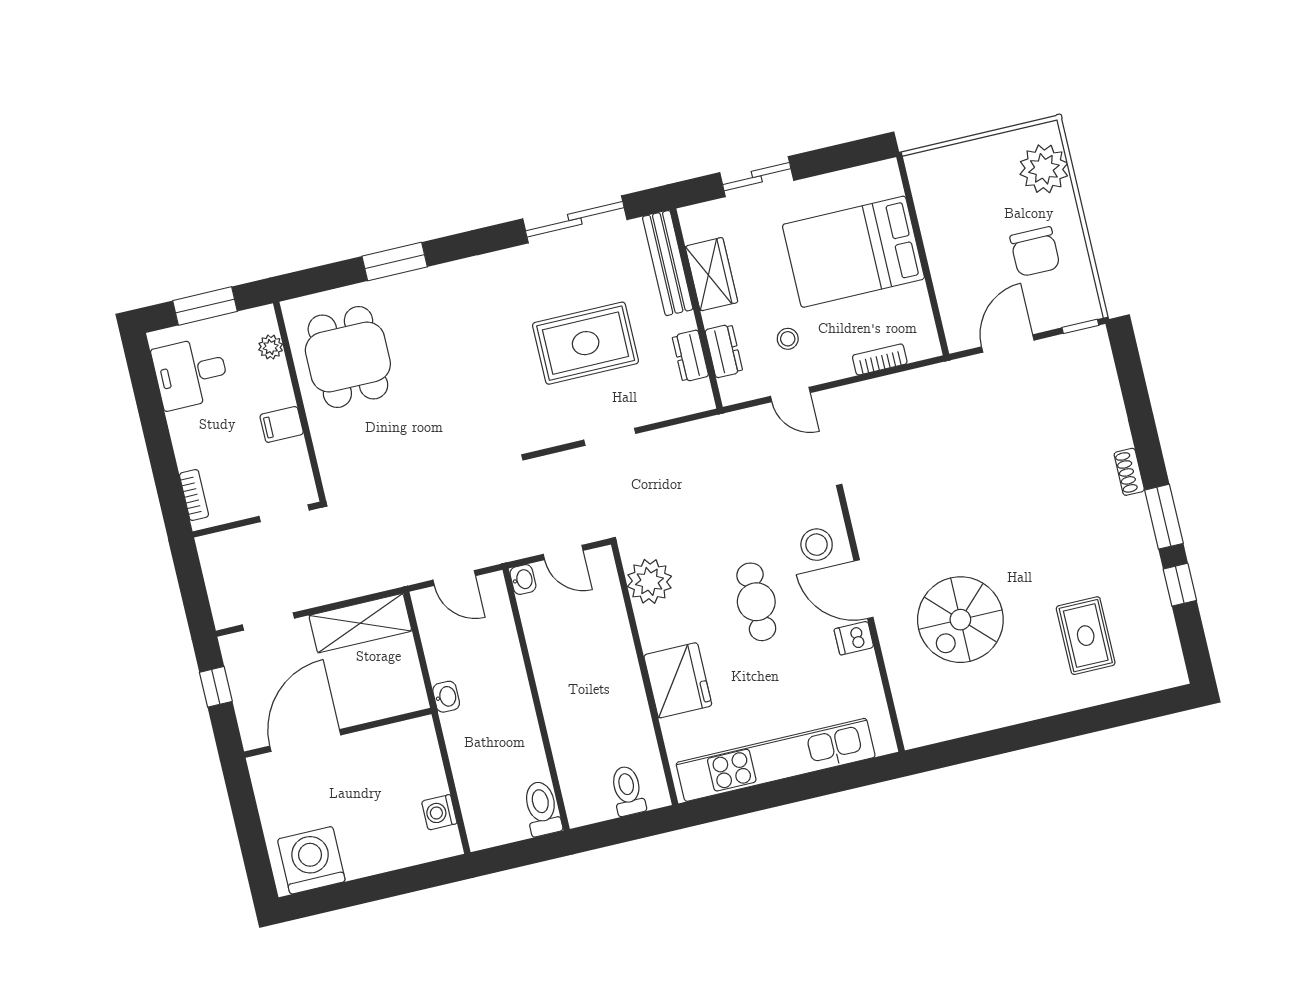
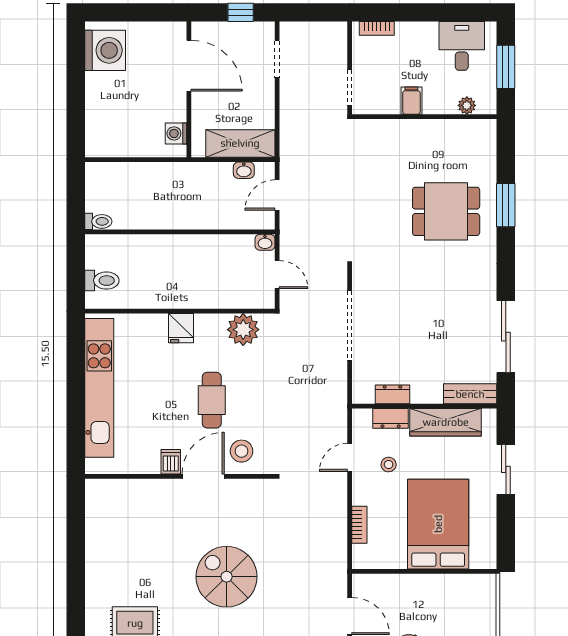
bench: (668, 263) -> (470, 394), width x0.73
wardrobe: (711, 274) -> (446, 422), width x1.50
rug: (586, 343) -> (418, 324), removed
dining table: (348, 357) -> (446, 211), moved
doorway: (610, 437) -> (350, 325), width x1.87
door: (563, 552) -> (277, 275), swing flipped
cafe table: (756, 602) -> (212, 400), turned 90
spiral stairs: (960, 620) -> (227, 577), moved
shelving: (360, 623) -> (240, 143), moved, turned 90
fridge: (678, 680) -> (181, 328), width x0.53, depth x0.75
washbasin: (446, 697) -> (244, 170), moved
toilet: (542, 808) -> (98, 221), width x0.73, depth x0.72
washing machine: (439, 812) -> (176, 133), moved, turned -90

